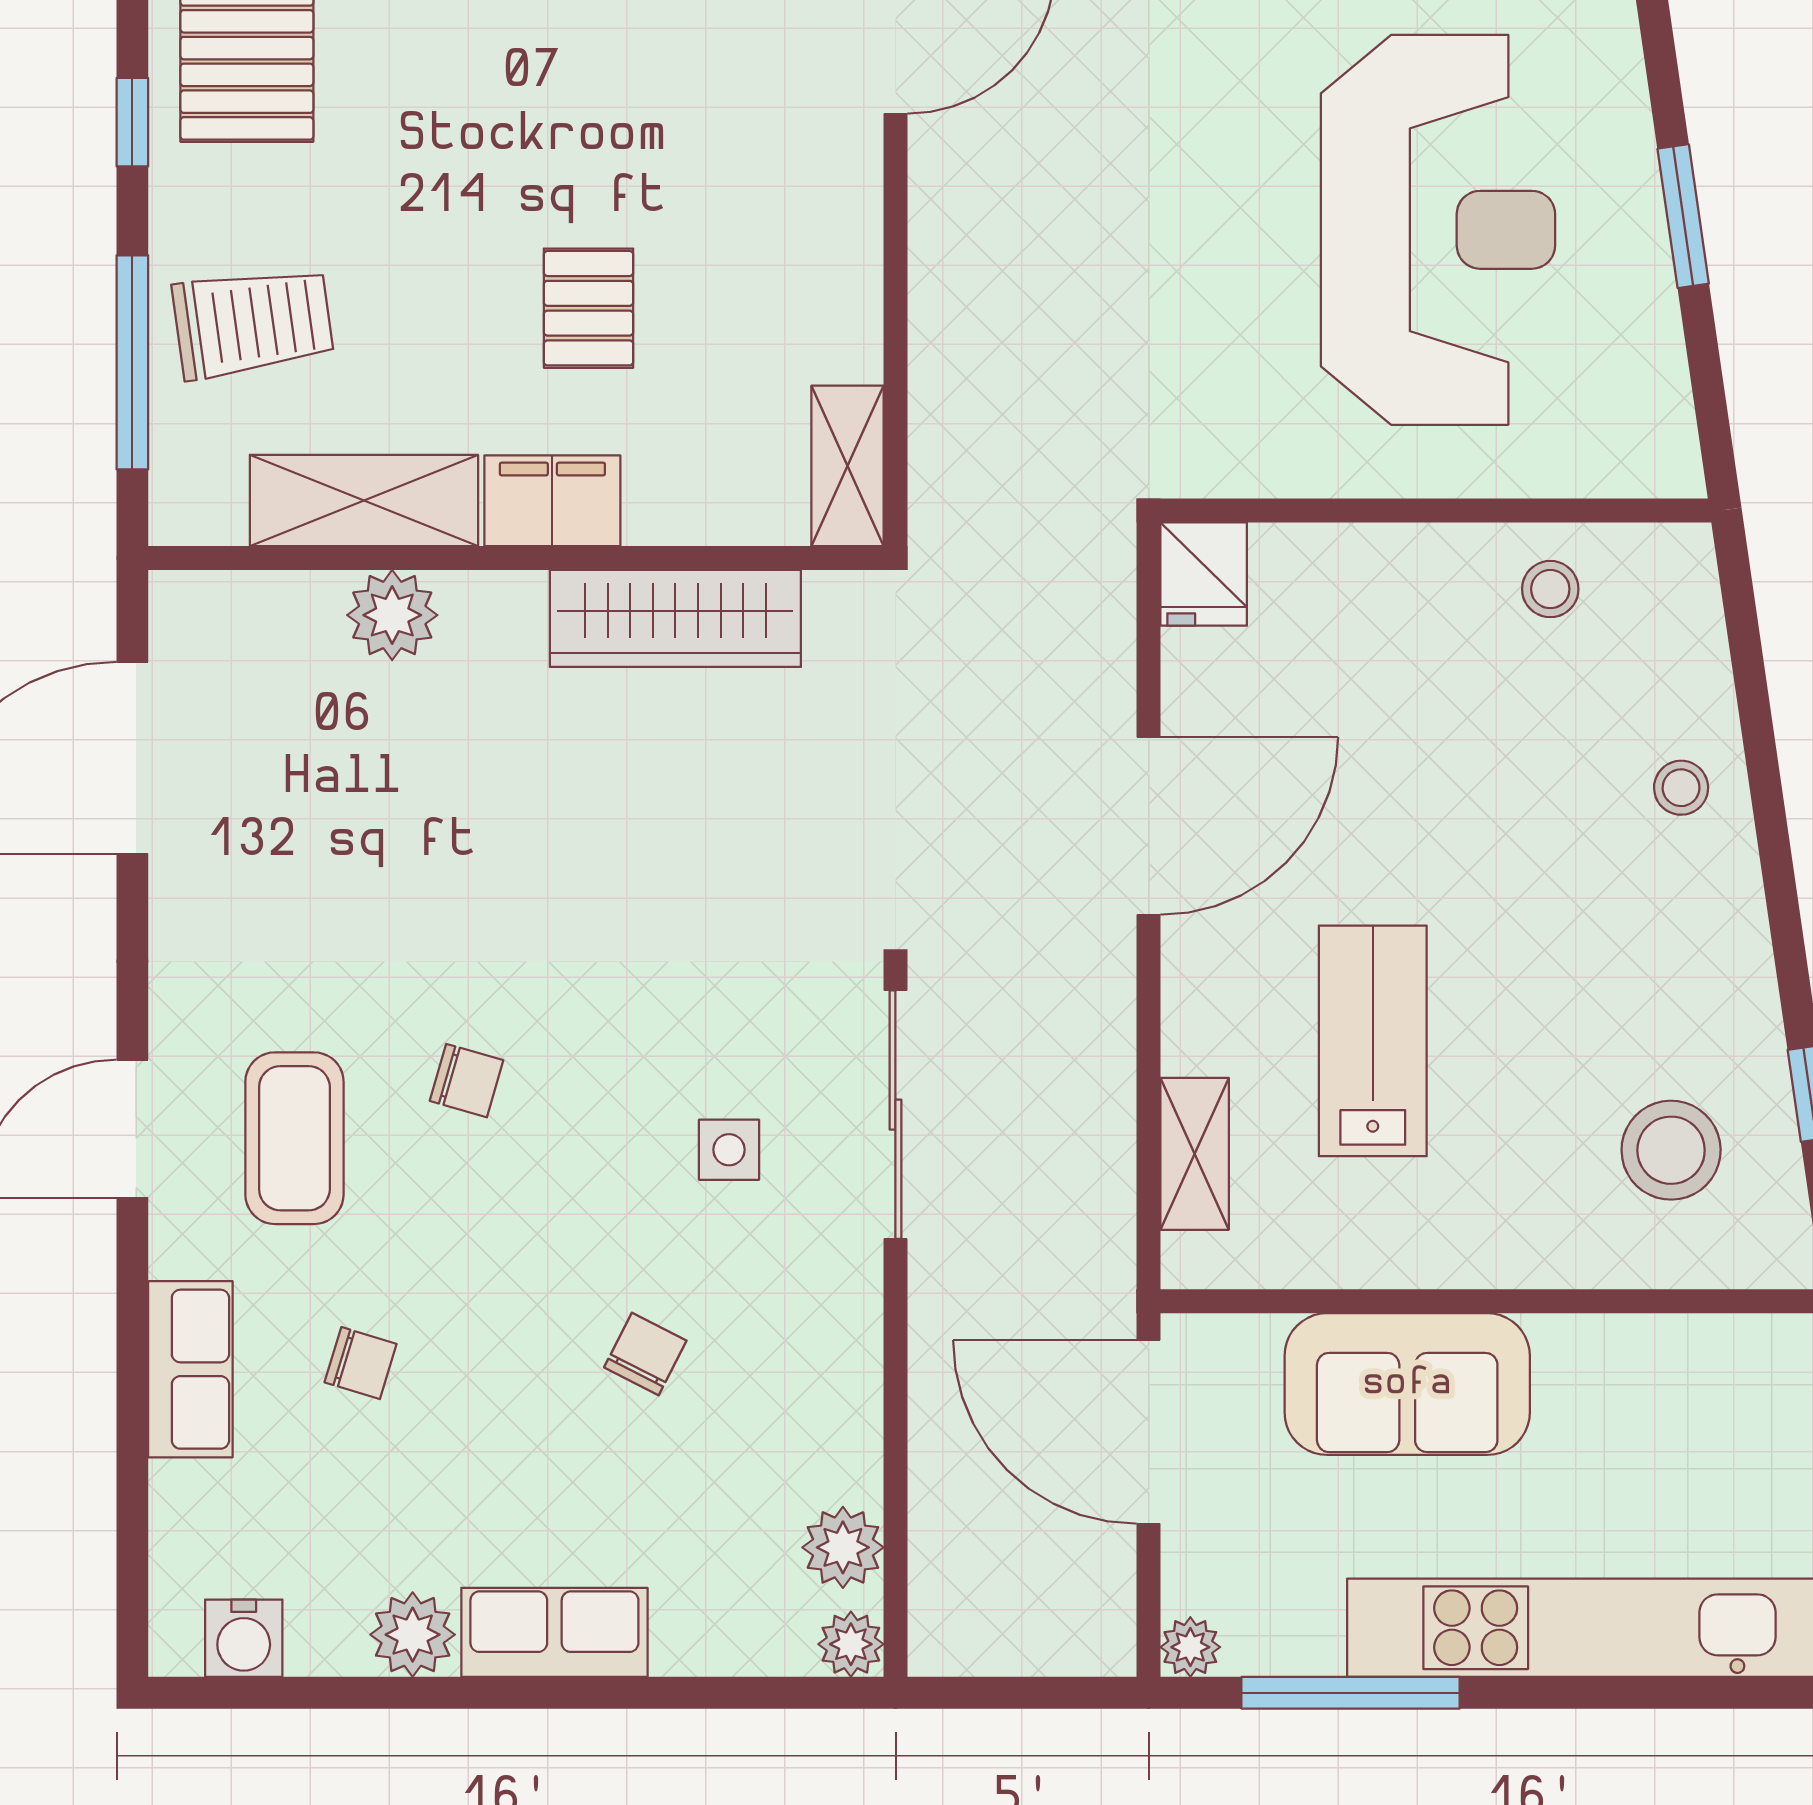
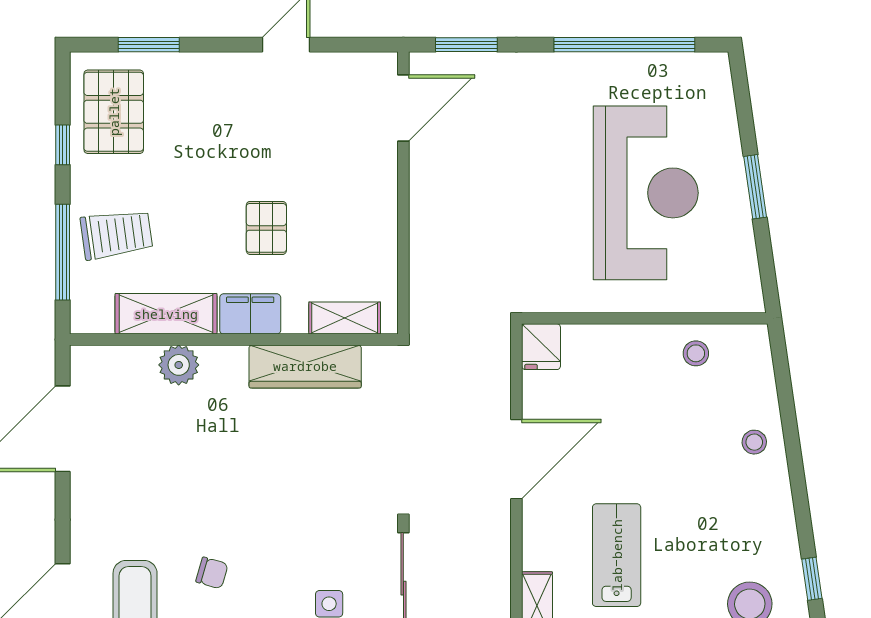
shelving: (847, 466) -> (345, 318), moved, turned 90

